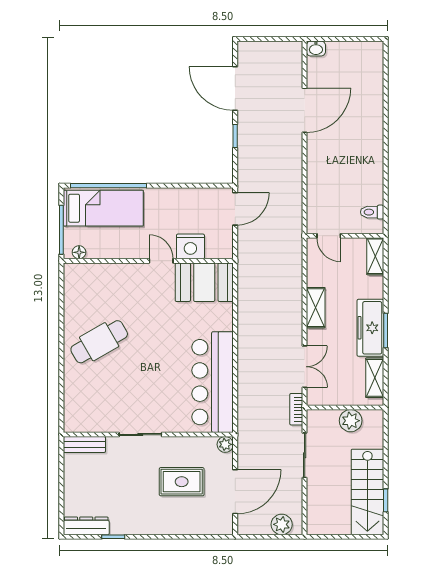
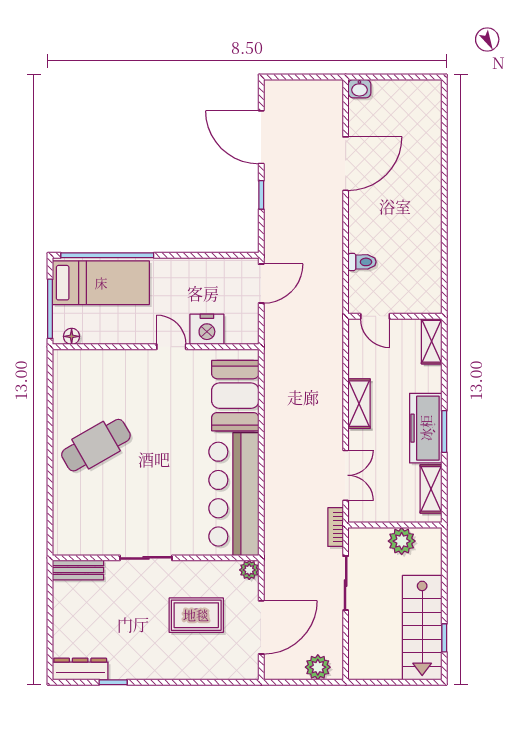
toilet: (372, 212) -> (362, 262), moved, turned 180
booth: (204, 282) -> (235, 396), moved, turned 90

